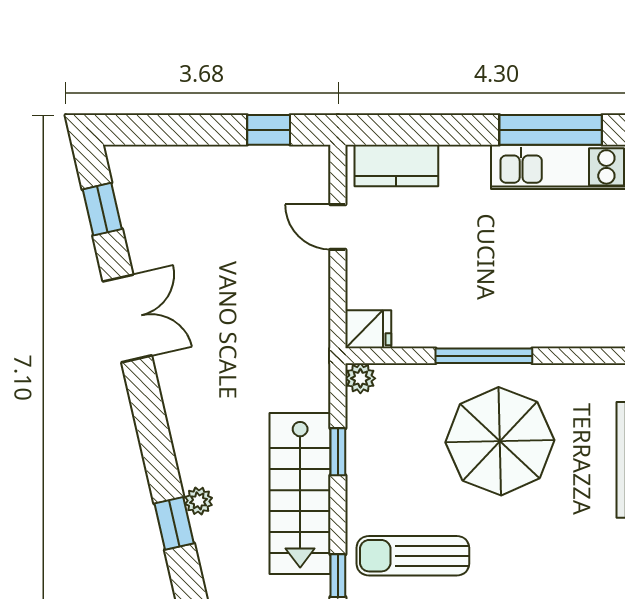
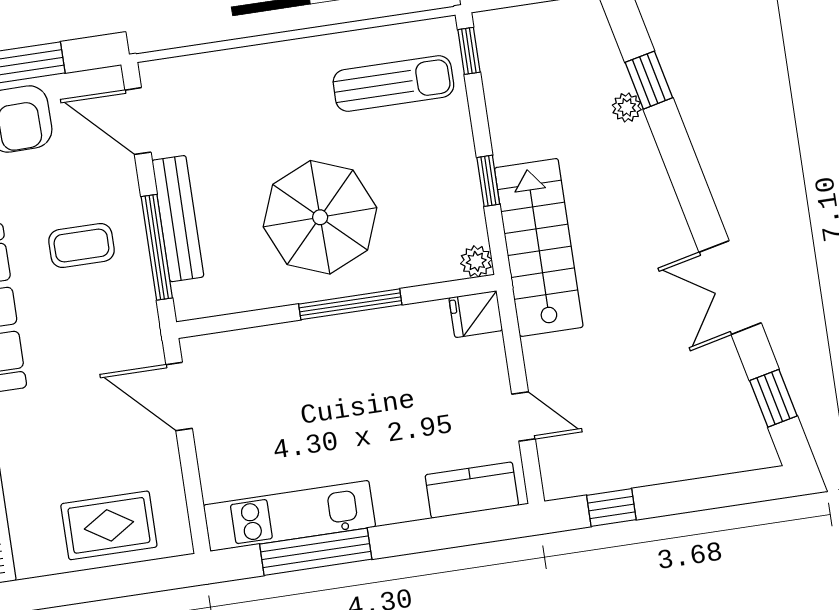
stairs: (300, 494) -> (539, 247), moved

